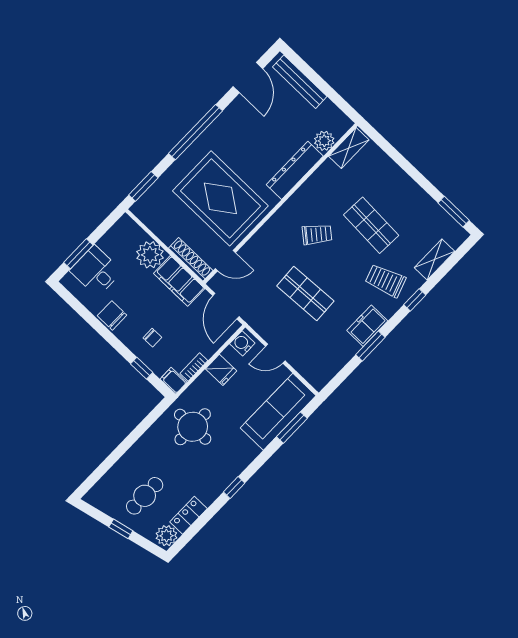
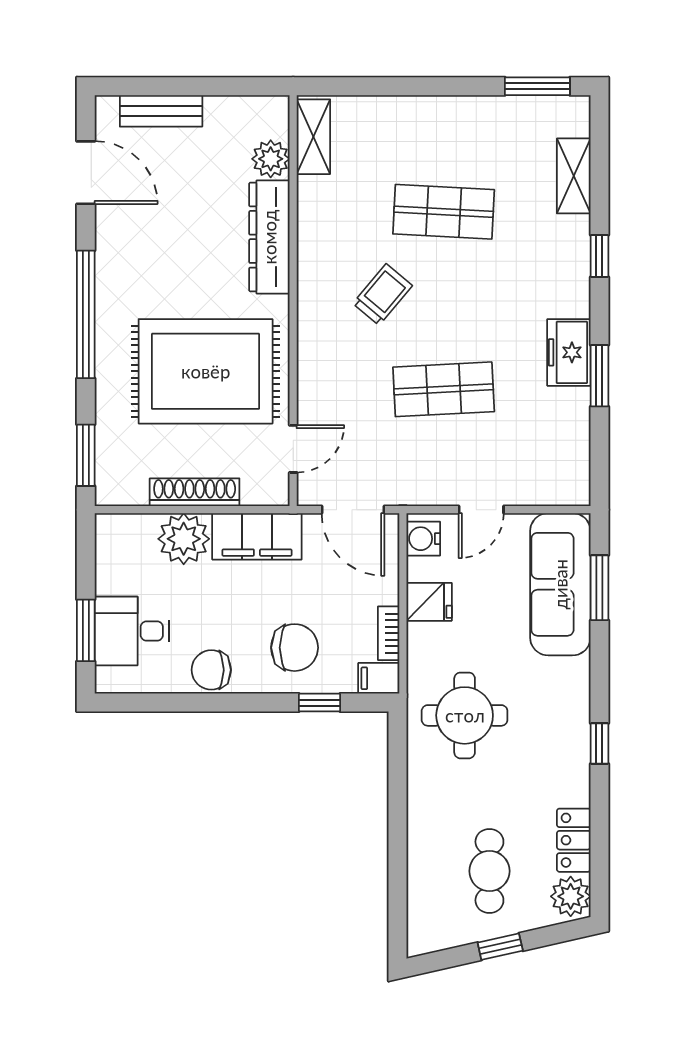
bench: (300, 82) -> (161, 111), width x0.73
shoe rack: (191, 259) -> (195, 492), moved
trolley: (385, 281) -> (535, 268), removed
chair: (152, 338) -> (295, 648), width x1.87, depth x1.87

